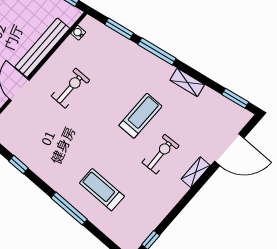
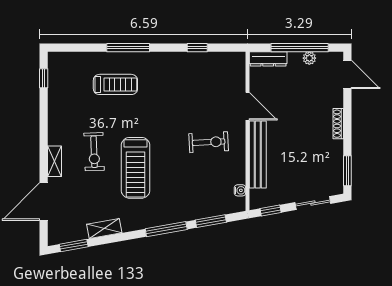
shelving: (187, 82) -> (104, 229), moved
exercise bike: (70, 88) -> (209, 142), turned -93
treadmill: (140, 116) -> (136, 168), width x1.37, depth x1.38

